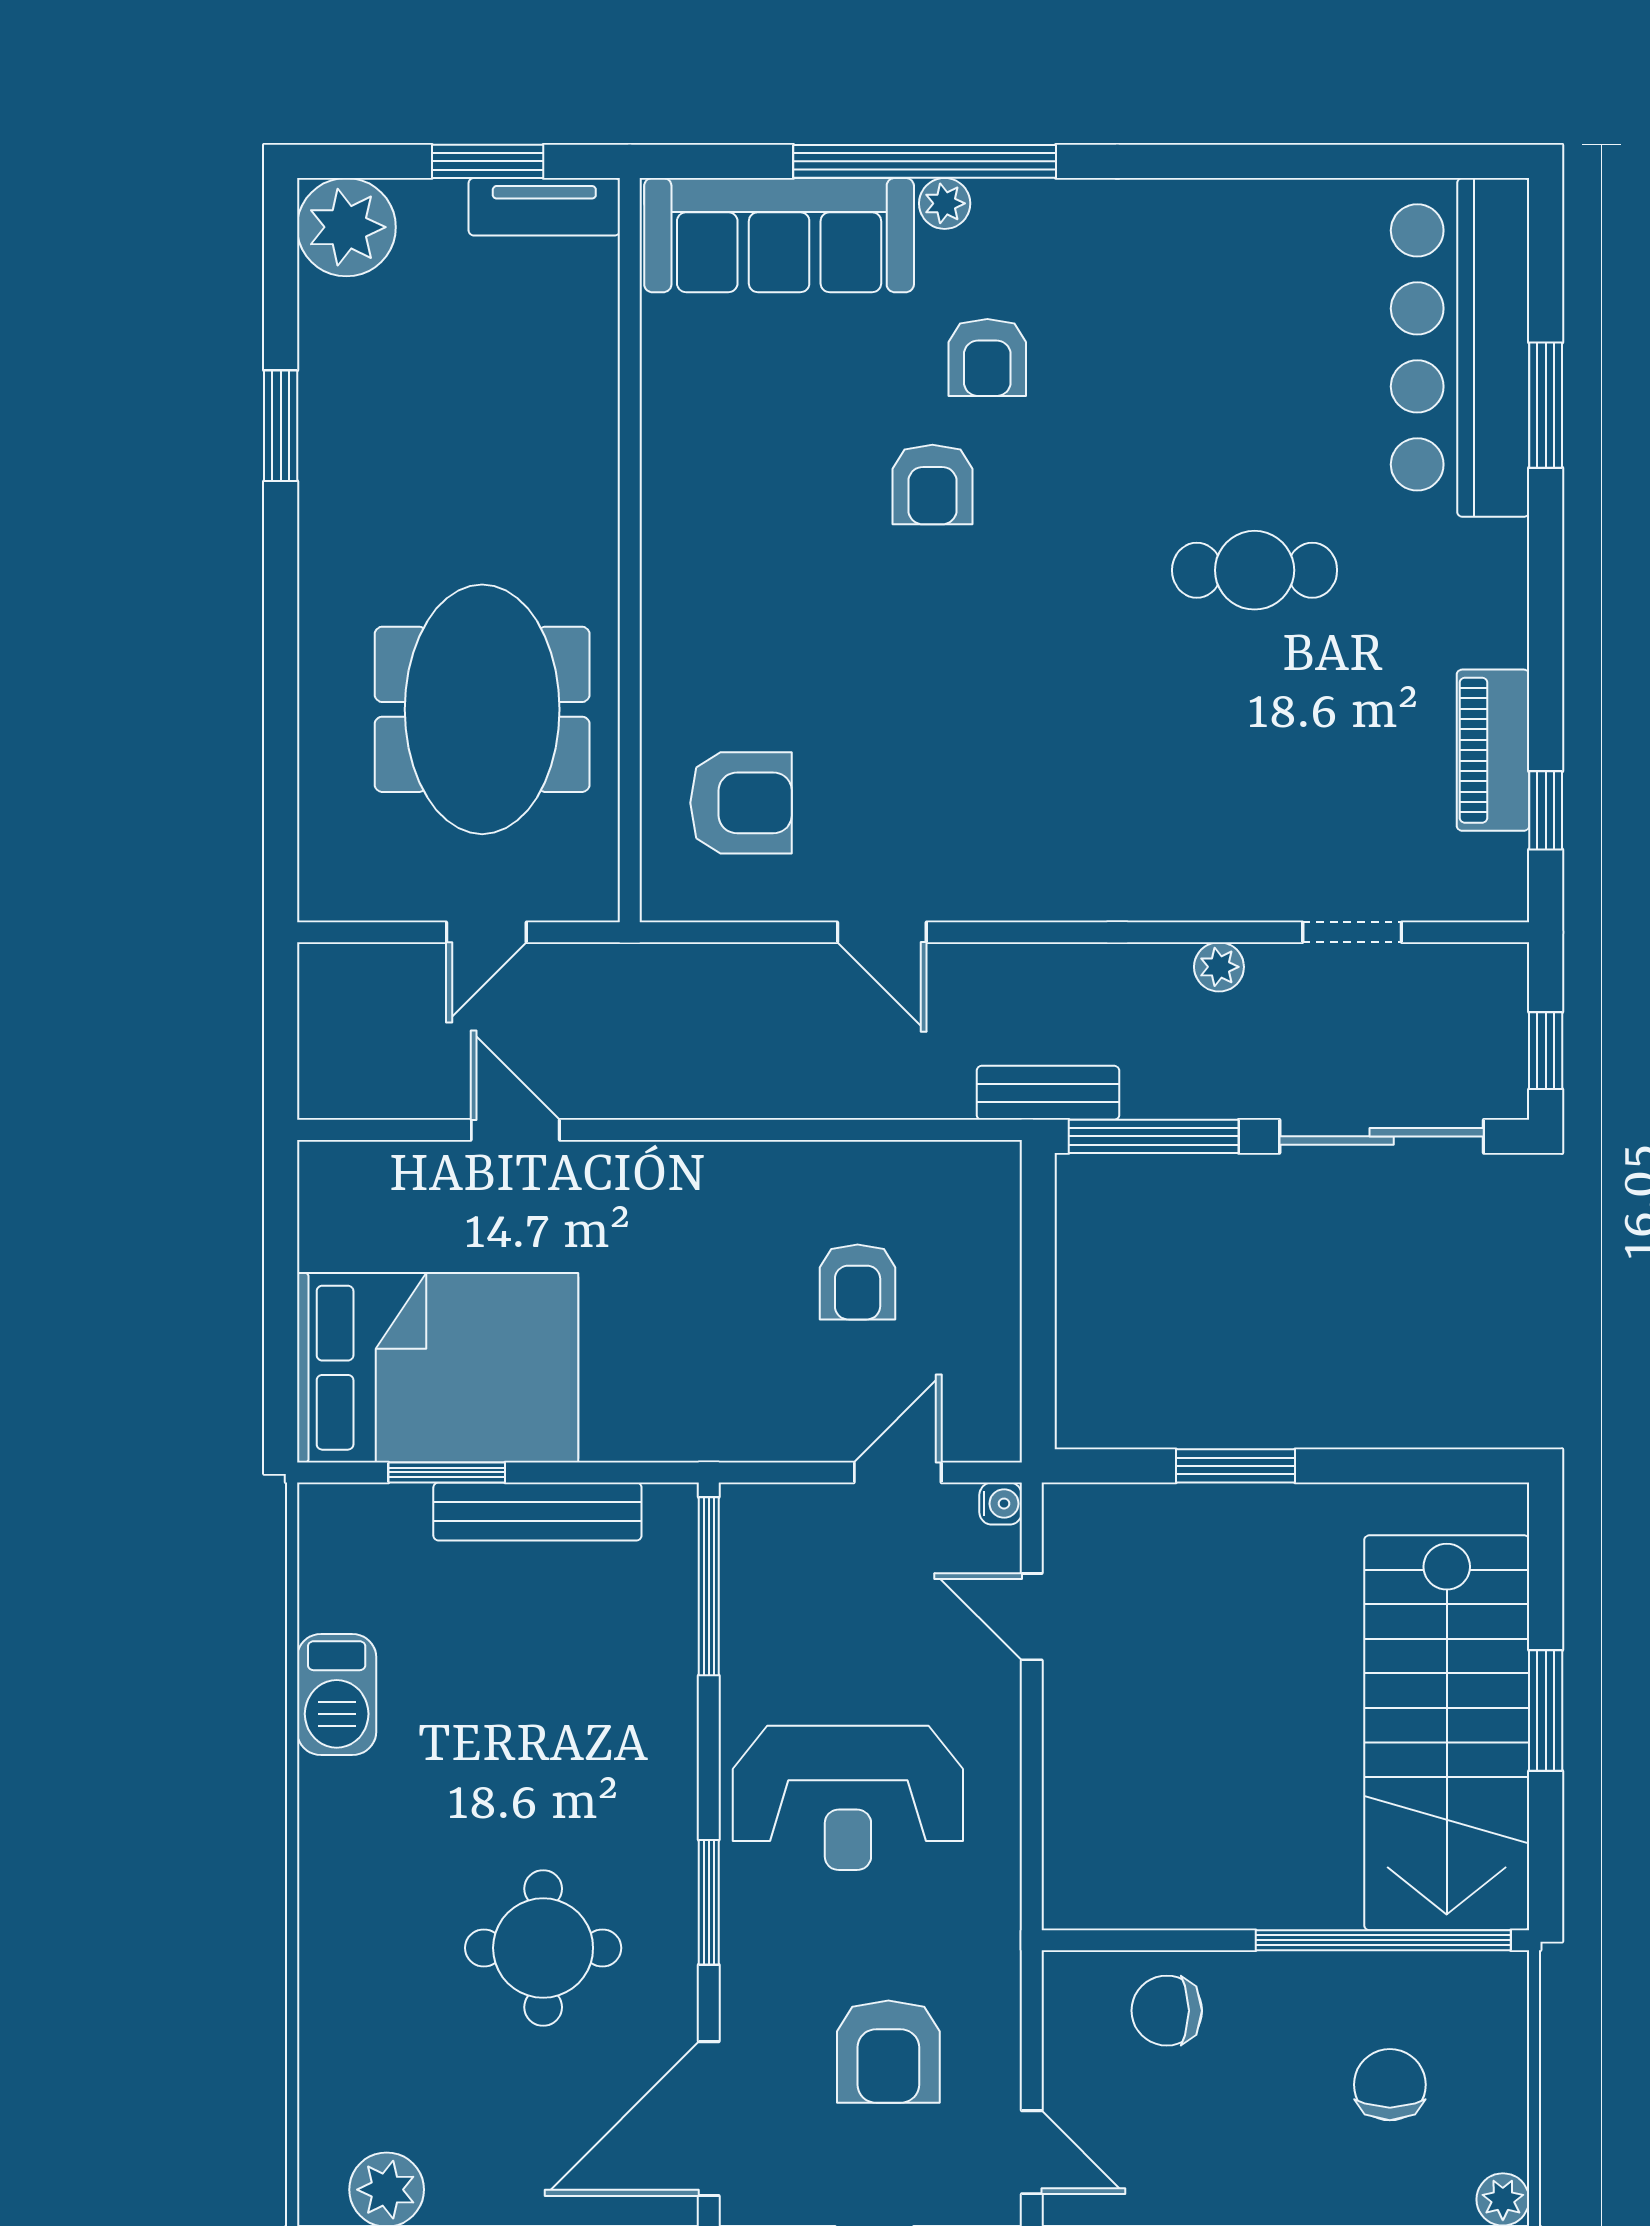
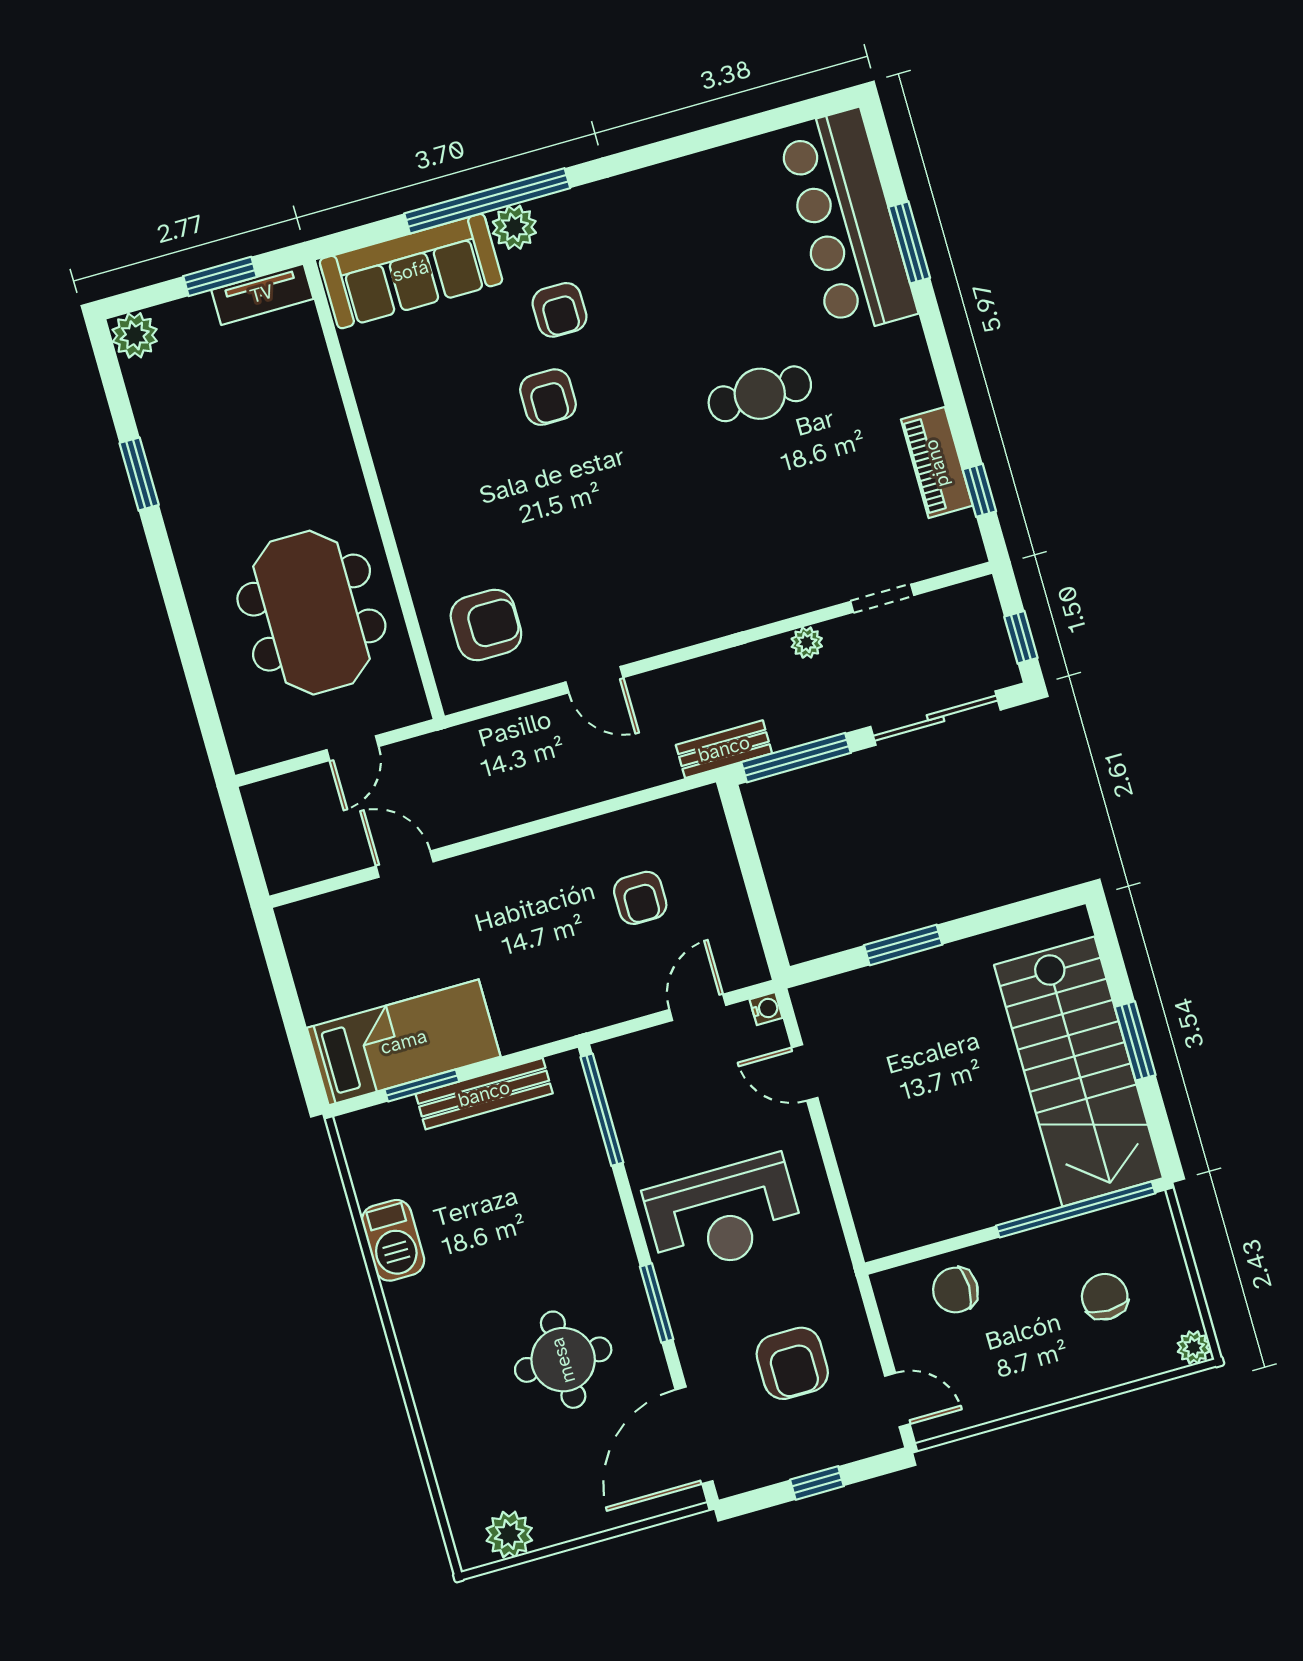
plant: (945, 203) -> (514, 227), width x1.38, depth x1.38
plant: (346, 227) -> (135, 335), width x0.73, depth x0.73
bed: (438, 1368) -> (404, 1042), width x0.67

